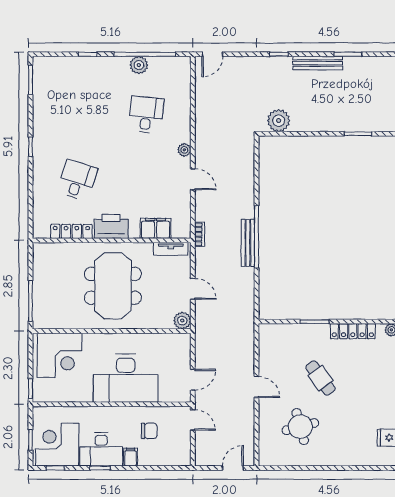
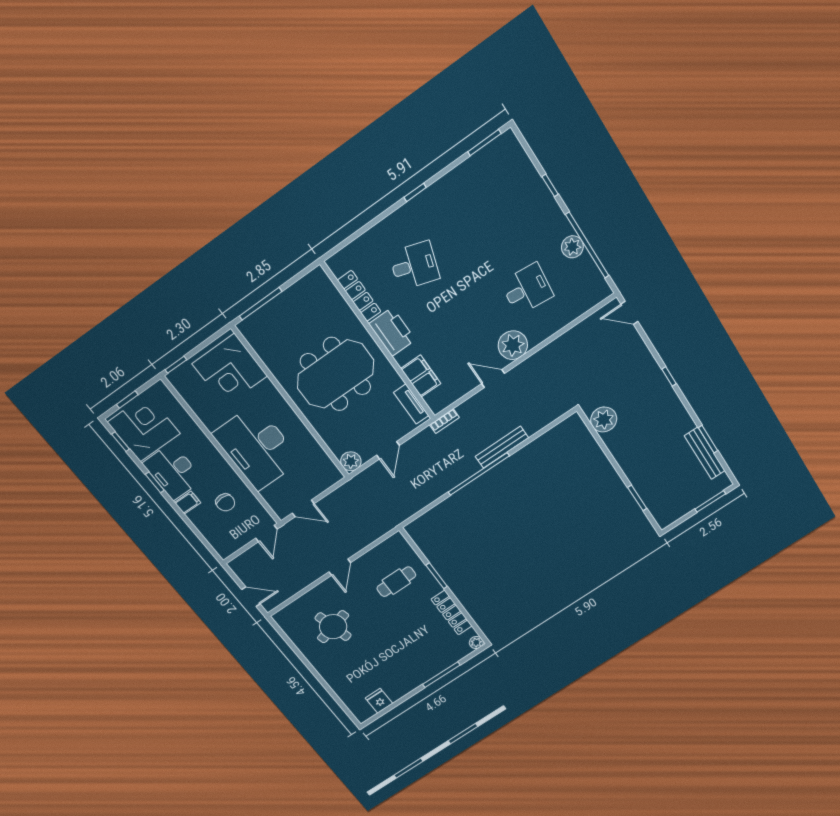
bench: (318, 63) -> (705, 453), moved
plant: (184, 150) -> (513, 345), width x1.88, depth x1.88
door: (193, 179) -> (493, 379), swing flipped
bench: (248, 243) -> (502, 447), moved
cafe table: (321, 378) -> (396, 582), moved, turned 36

